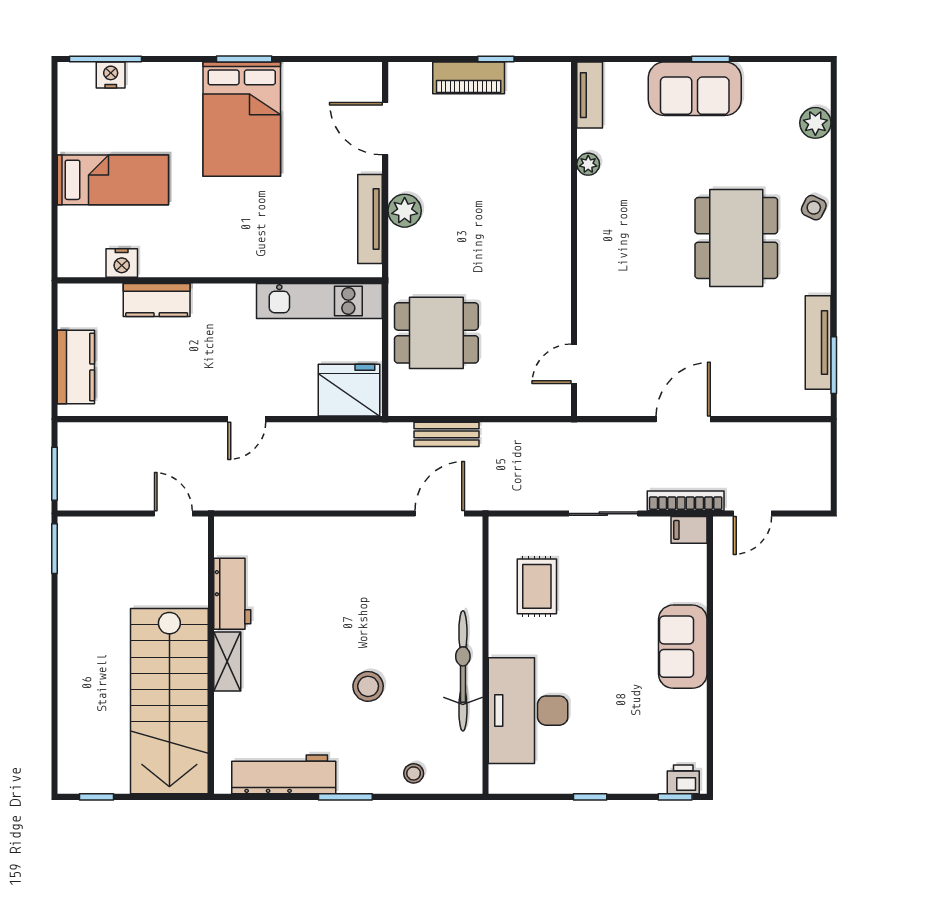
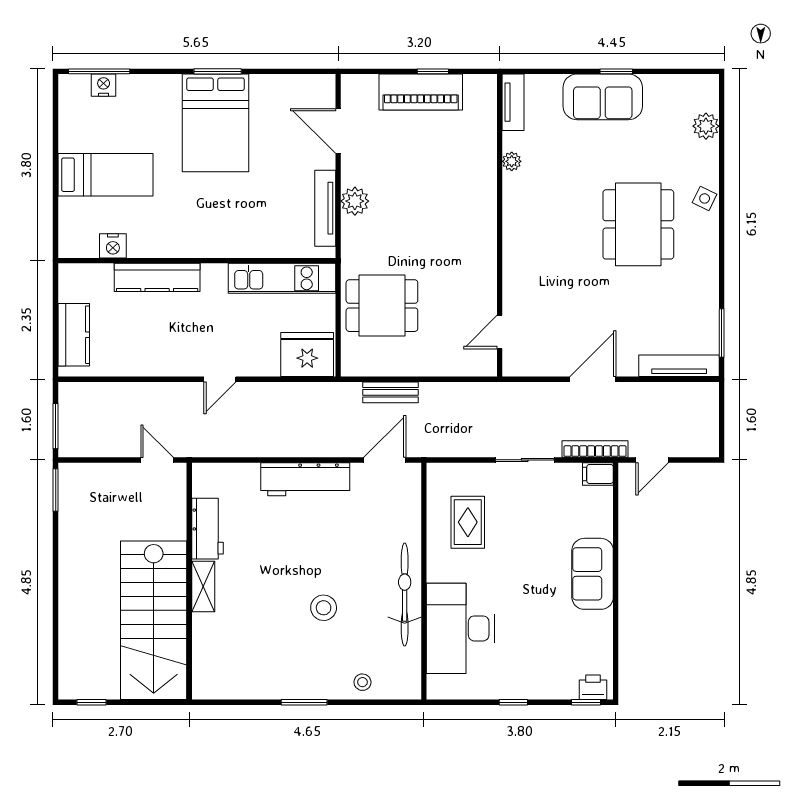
piano: (469, 78) -> (421, 92), width x1.37, depth x1.33
kitchen counter: (157, 300) -> (157, 277), width x1.50
tv unit: (818, 343) -> (679, 366), moved, turned 90
workbench: (284, 774) -> (305, 479), moved, turned 180

